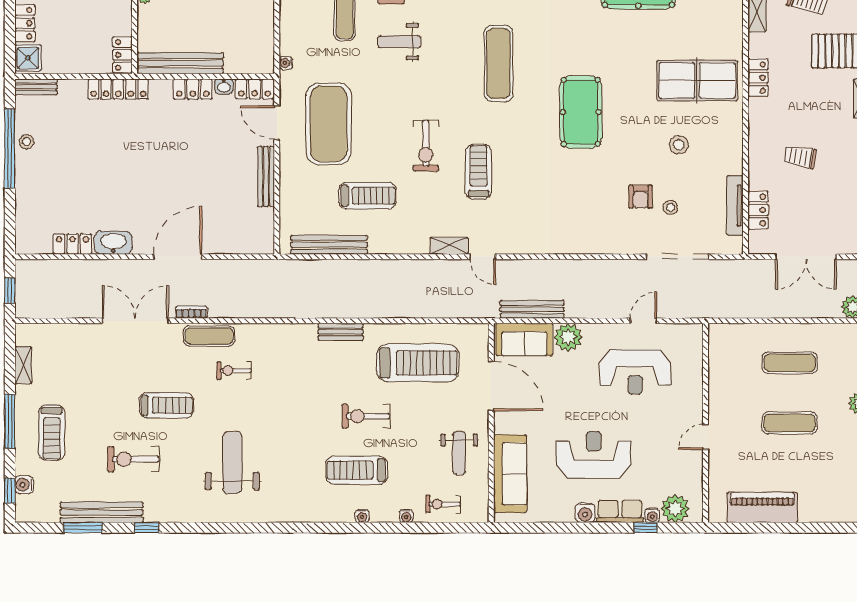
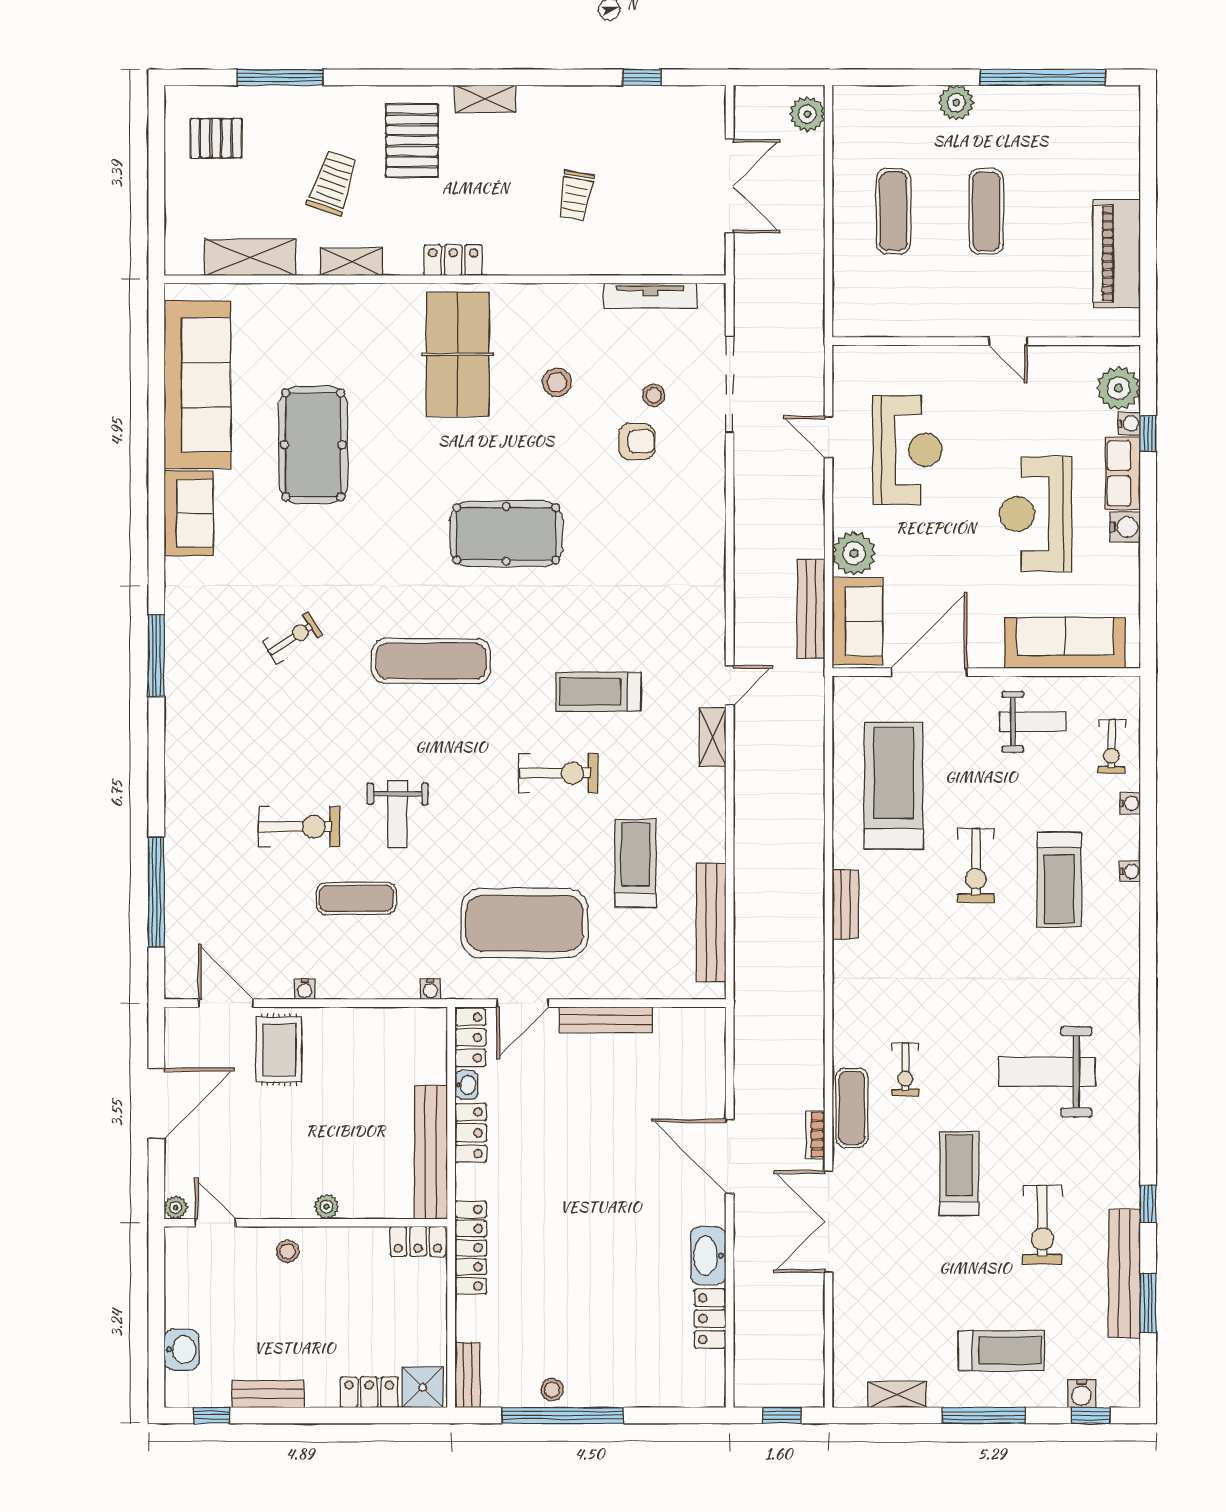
locker: (758, 210) -> (657, 260), removed

